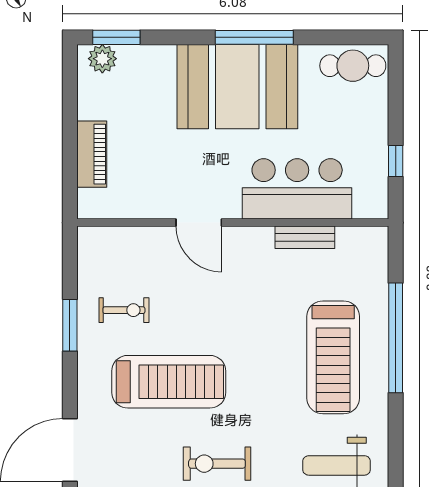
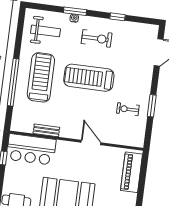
piano: (92, 154) -> (132, 172), width x1.37, depth x1.33
bar counter: (297, 189) -> (31, 149), moved
treadmill: (169, 382) -> (89, 78), moved

